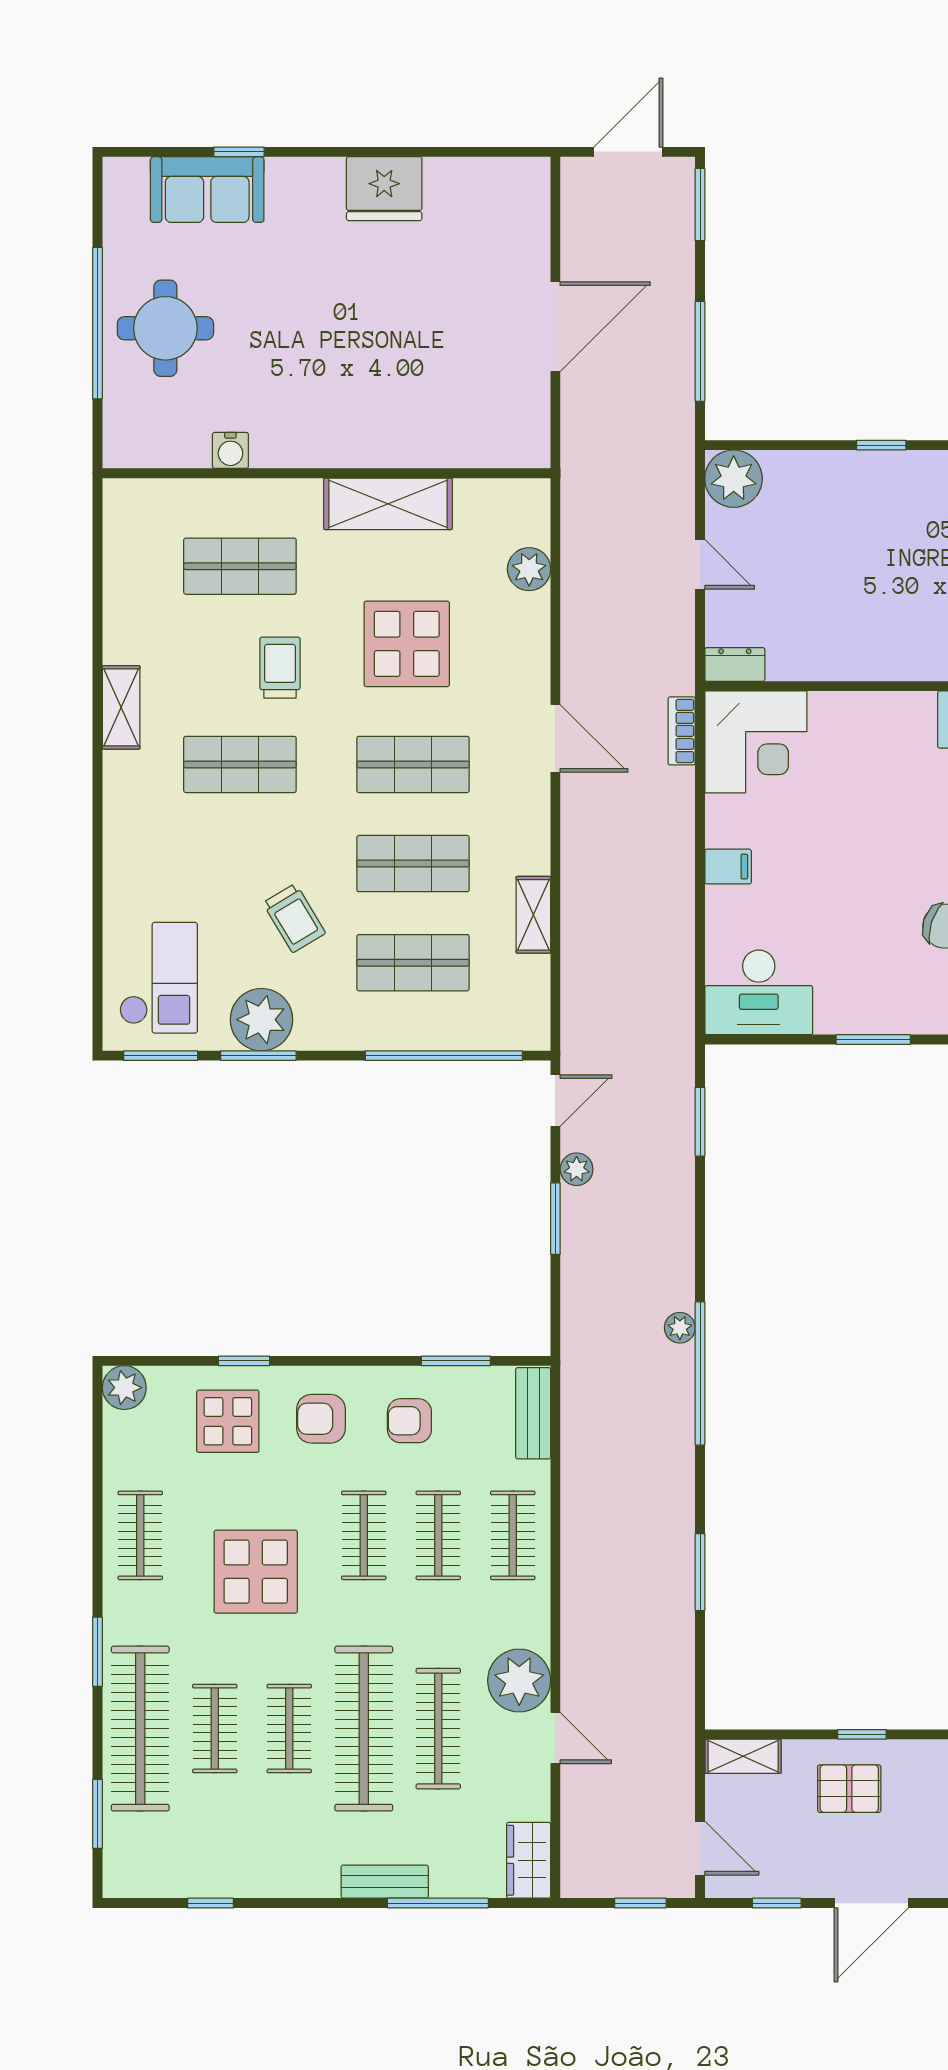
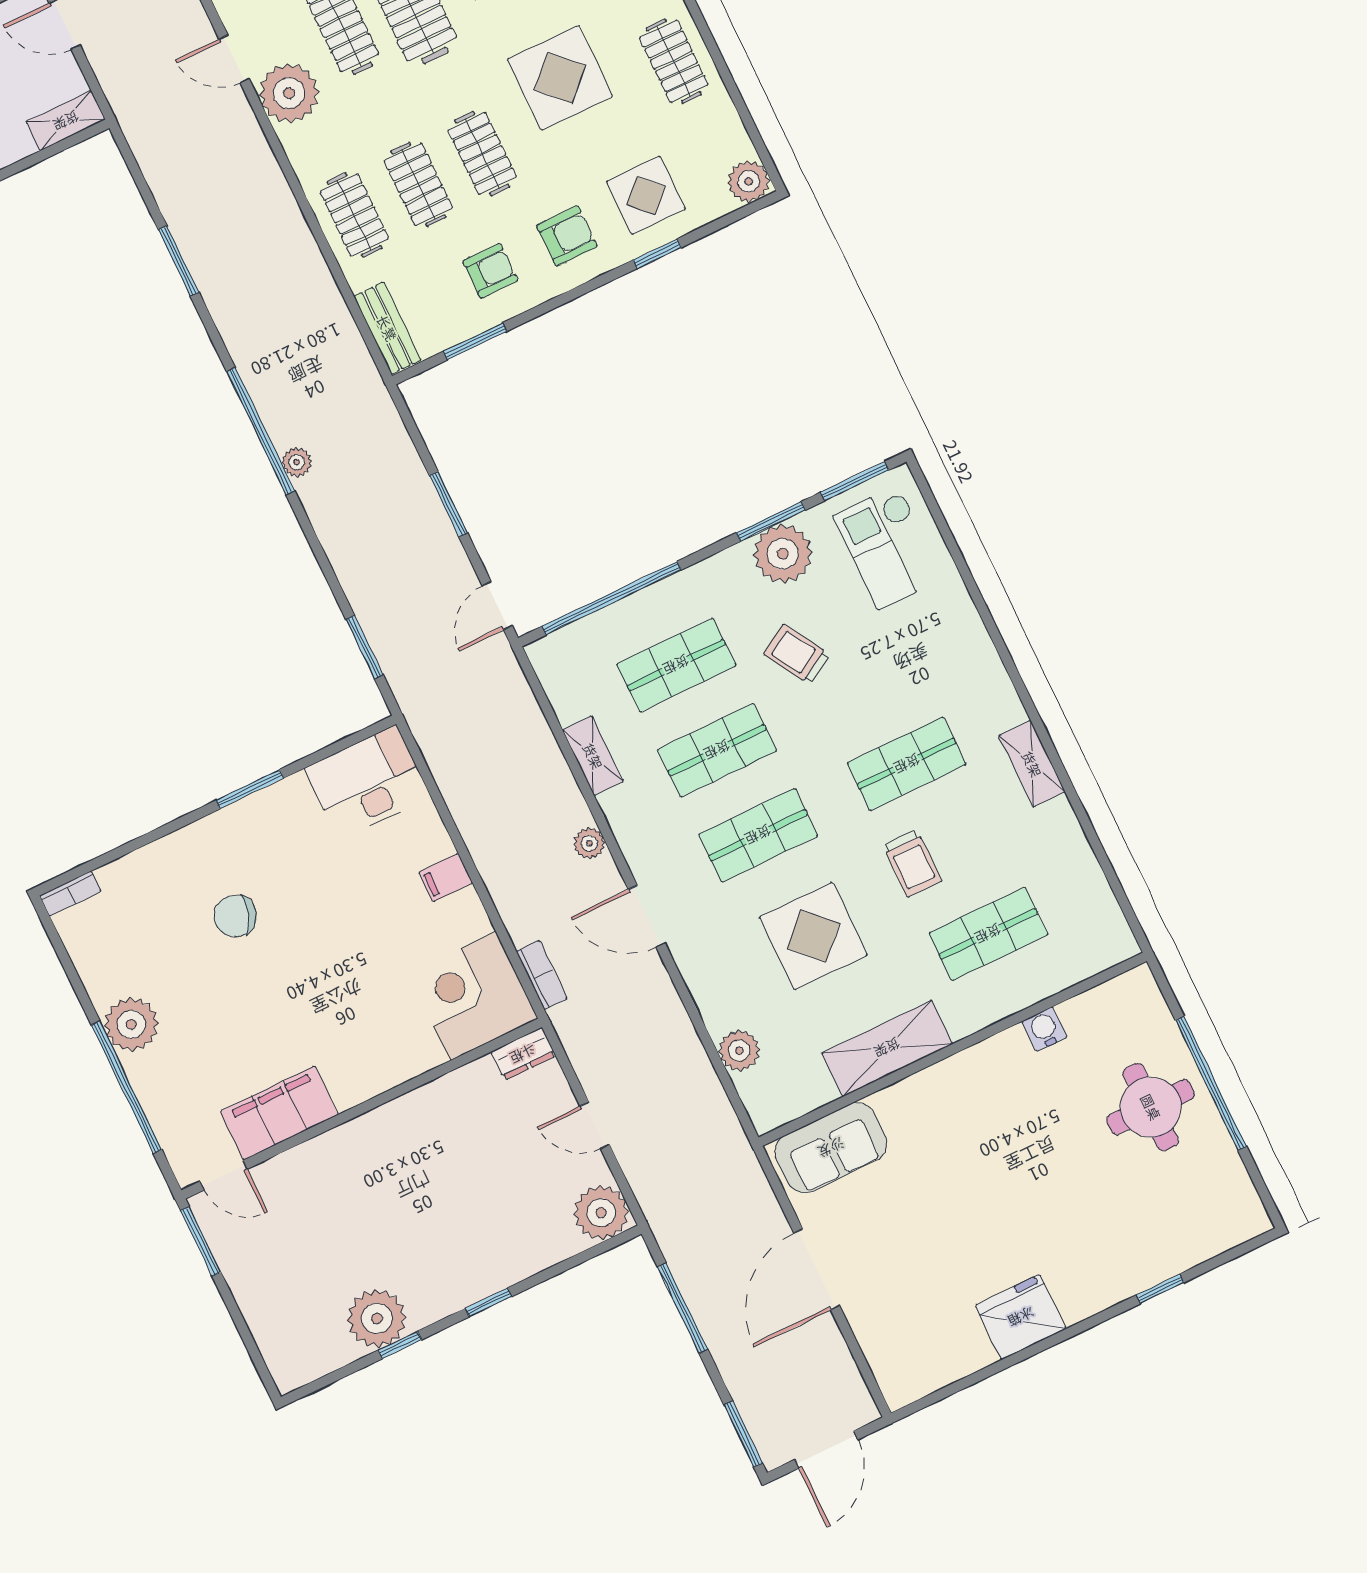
sofa: (207, 190) -> (831, 1148), moved, turned 180
plant: (577, 1169) -> (589, 843), moved

